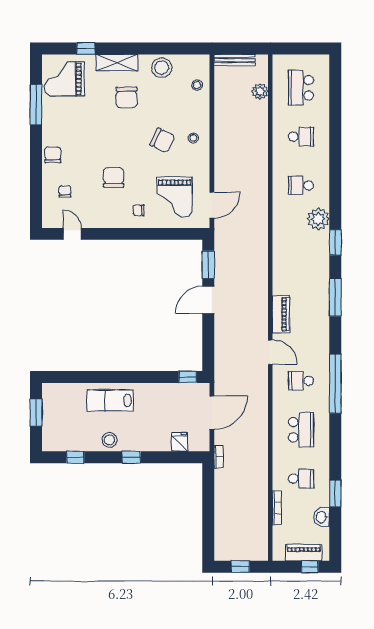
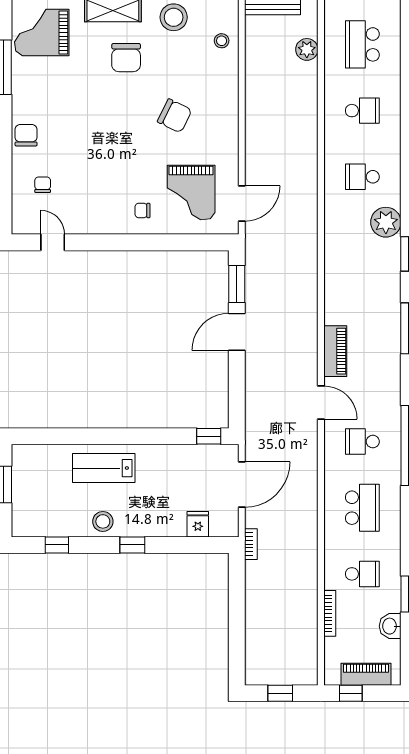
stool: (193, 138) -> (216, 113), removed
chair: (114, 177) -> (108, 166), removed
window: (310, 567) -> (351, 693), moved

